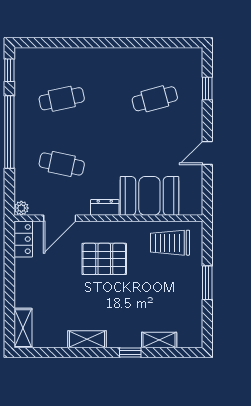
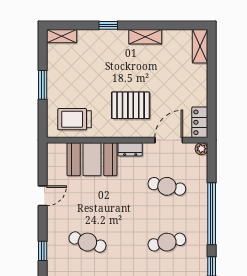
cafe table: (155, 99) -> (87, 242), turned 33
trolley: (170, 243) -> (74, 119), turned 180
shelving: (159, 340) -> (62, 36), moved

